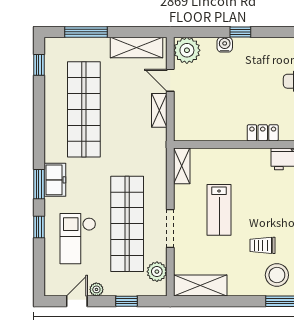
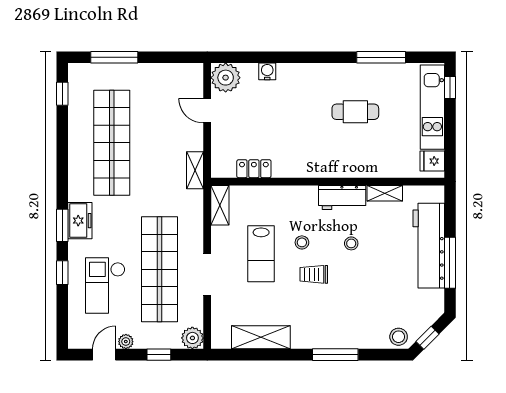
window: (240, 32) -> (285, 57), removed
shelving: (136, 47) -> (170, 74), removed
shelving: (159, 110) -> (195, 170), moved
locker: (263, 133) -> (254, 169), moved
trolley: (262, 245) -> (314, 274), moved
plant: (157, 272) -> (192, 338), moved
stool: (277, 275) -> (302, 242), moved, width x0.53, depth x0.53
shelving: (200, 286) -> (261, 337), moved

